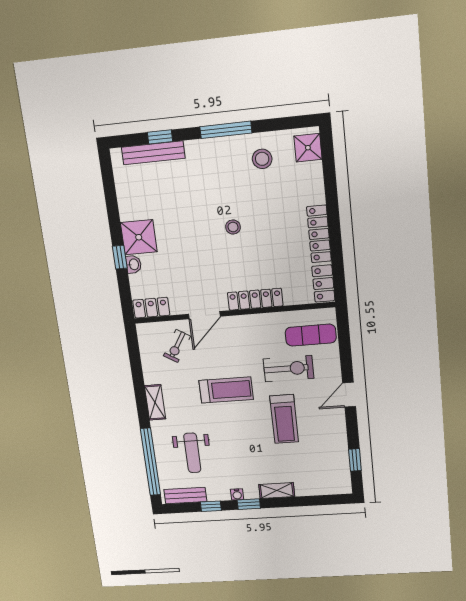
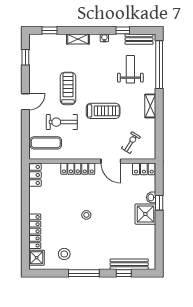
locker: (319, 234) -> (35, 231), moved
door: (204, 315) -> (111, 161), swing flipped
treadmill: (226, 390) -> (103, 111), turned 180
window: (249, 504) -> (50, 30), moved

